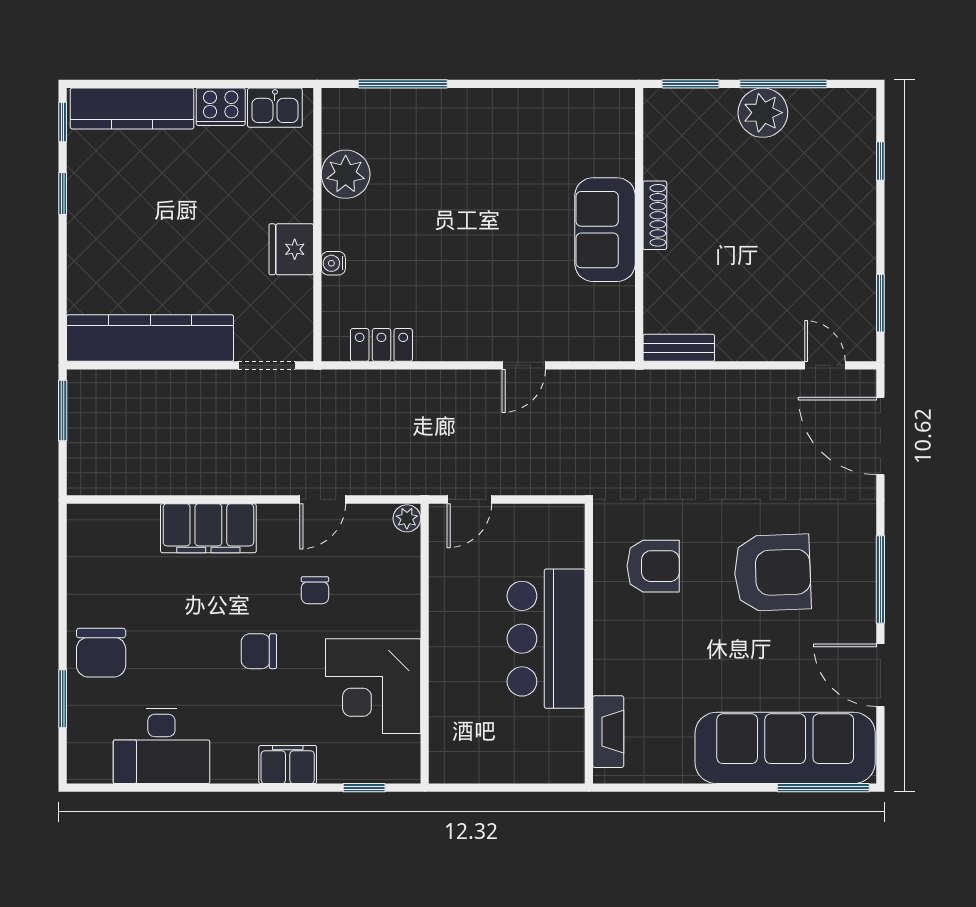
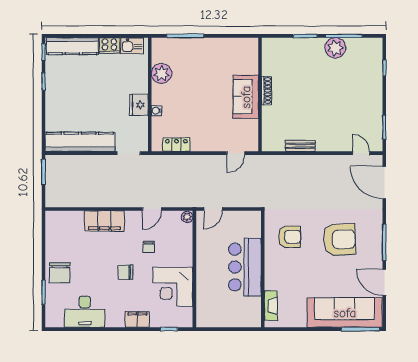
shoe rack: (655, 215) -> (267, 91), moved
wall: (639, 225) -> (260, 95), moved
sofa: (605, 230) -> (246, 97), moved

